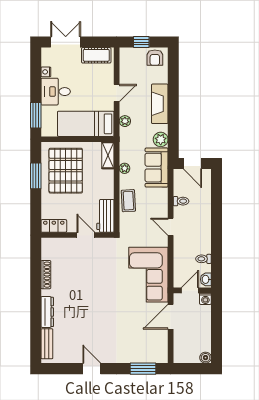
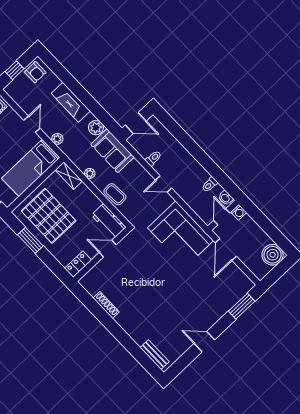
dresser: (47, 312) -> (133, 331), removed
boiler: (206, 358) -> (273, 255), width x1.86, depth x1.86

